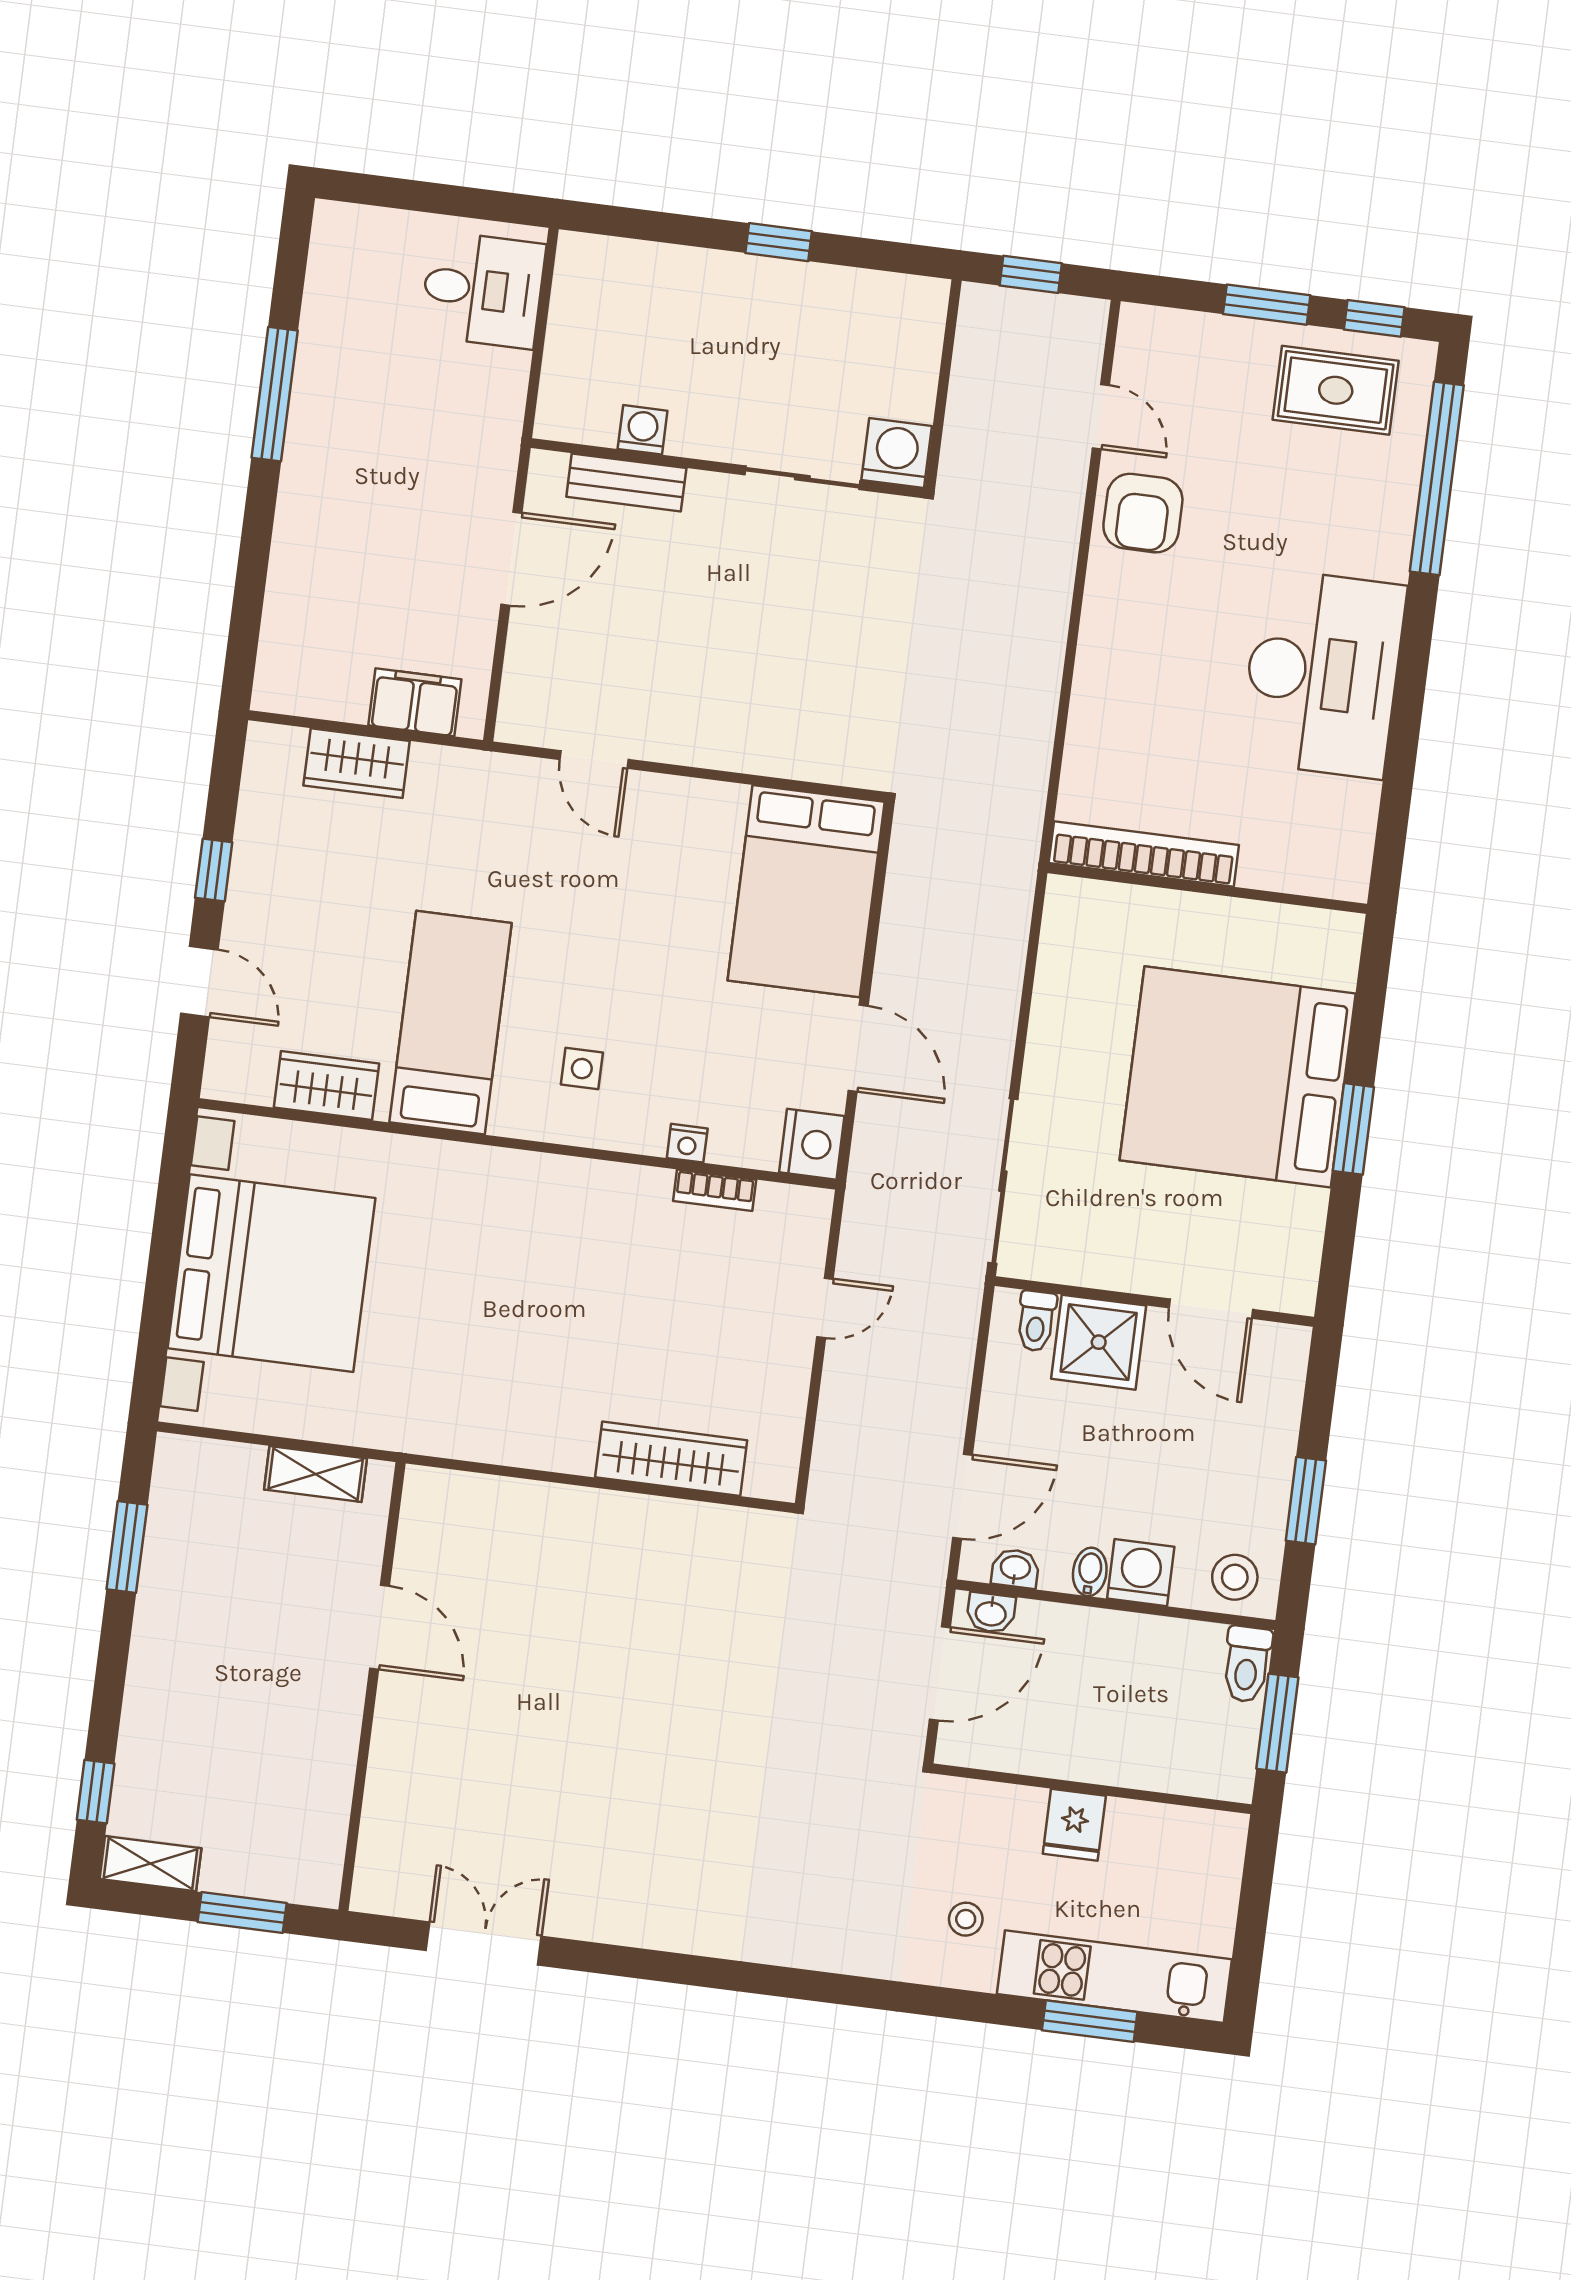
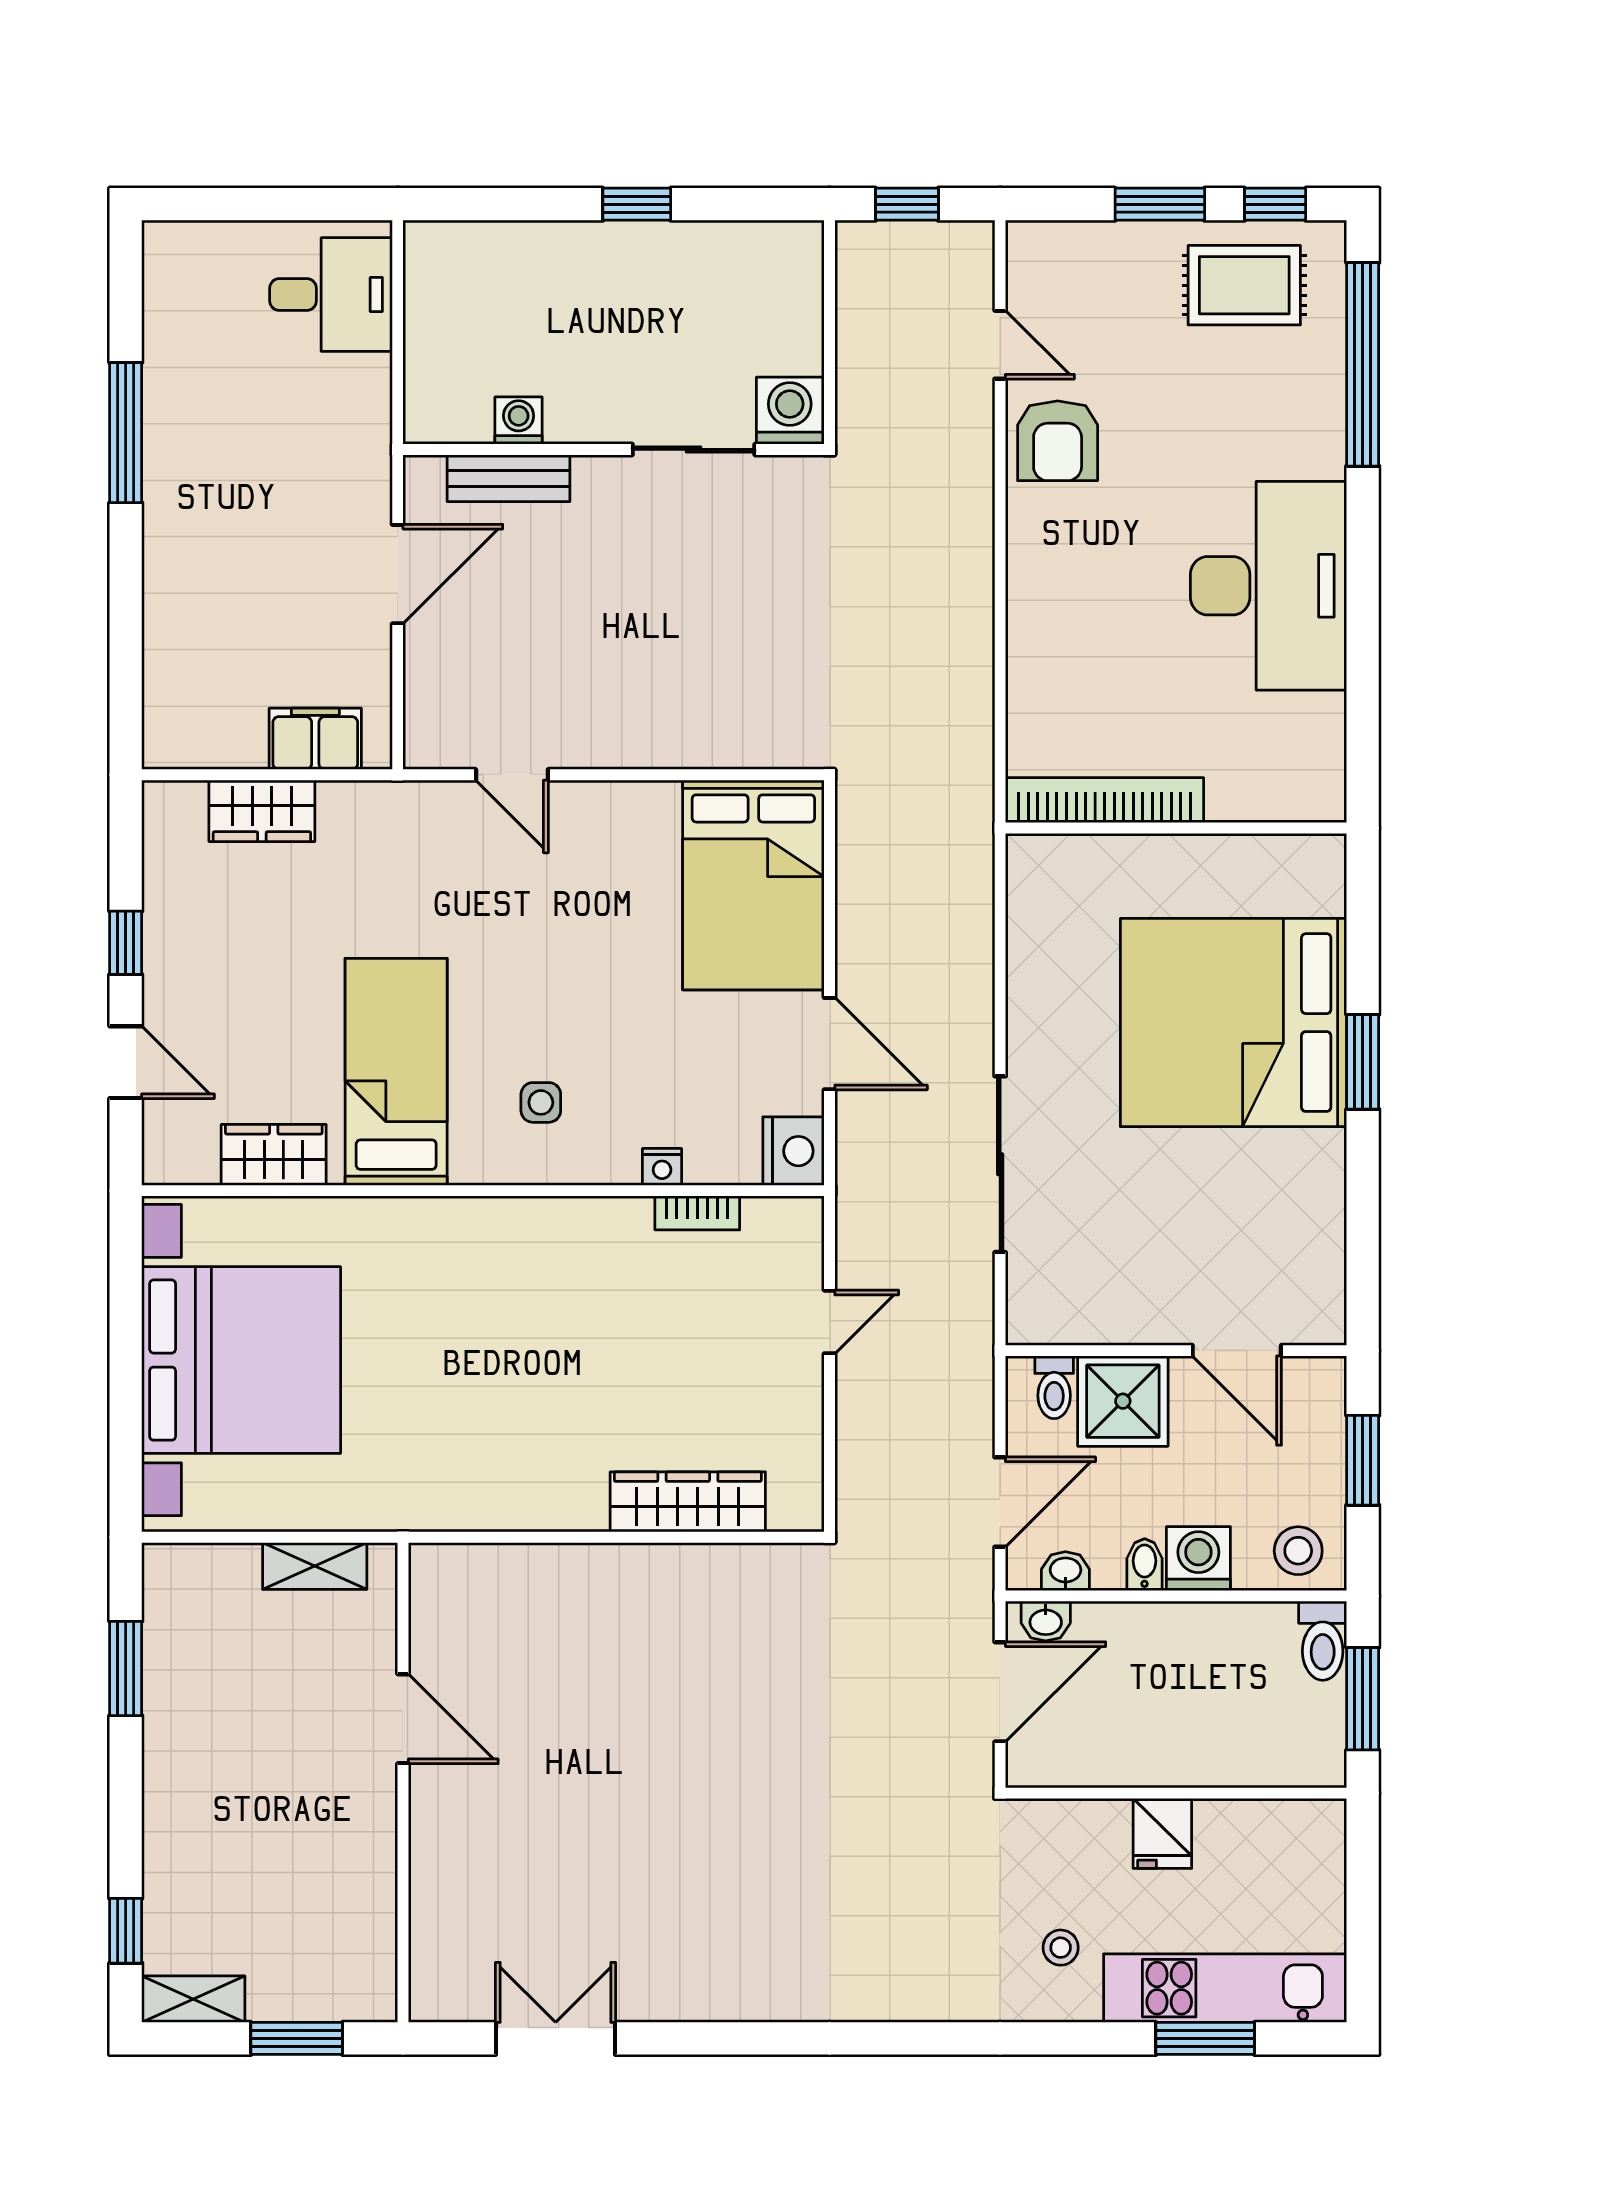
wall: (1154, 1301) -> (1176, 1351), moved
door: (1211, 1309) -> (1237, 1351), moved
toilet: (1036, 1321) -> (1054, 1387), moved
shower: (1099, 1342) -> (1123, 1401), moved

